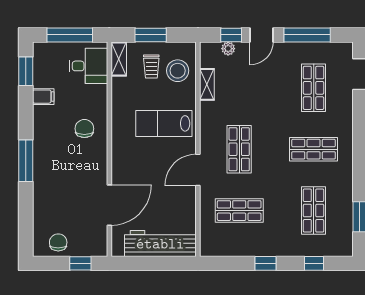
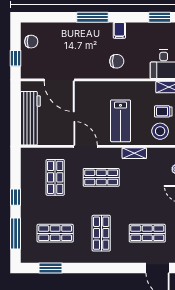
shelving: (207, 84) -> (134, 153), moved
filing cabinet: (43, 97) -> (119, 30), moved
lab bench: (164, 123) -> (121, 121), turned 180
window: (314, 263) -> (15, 234), width x2.17

